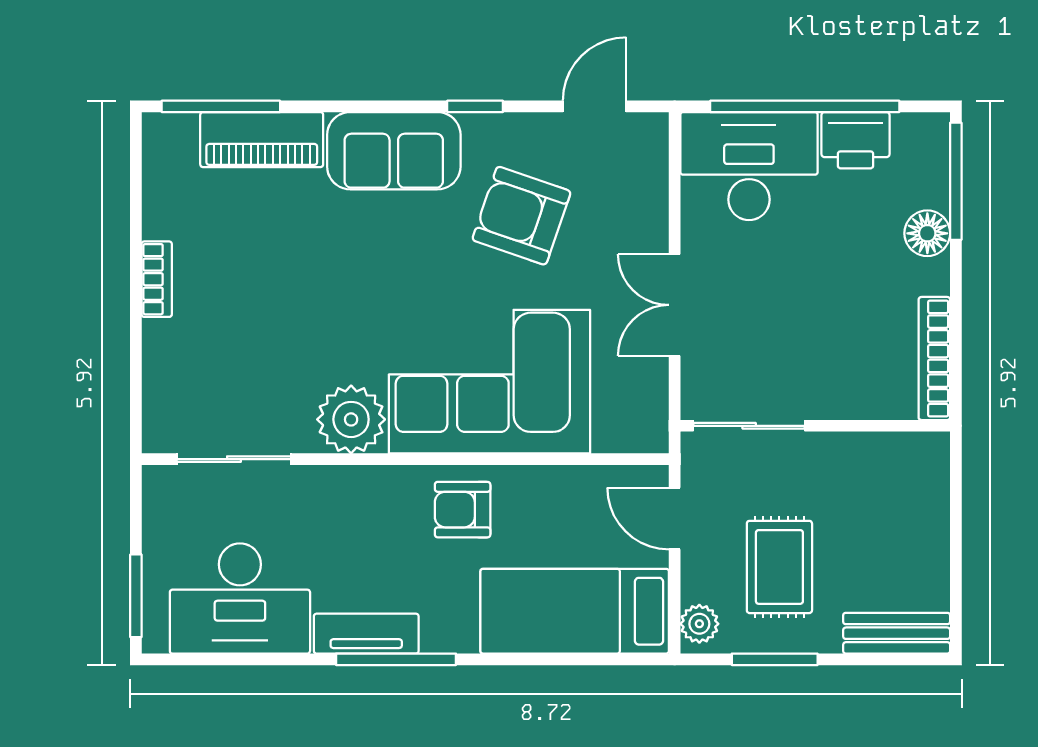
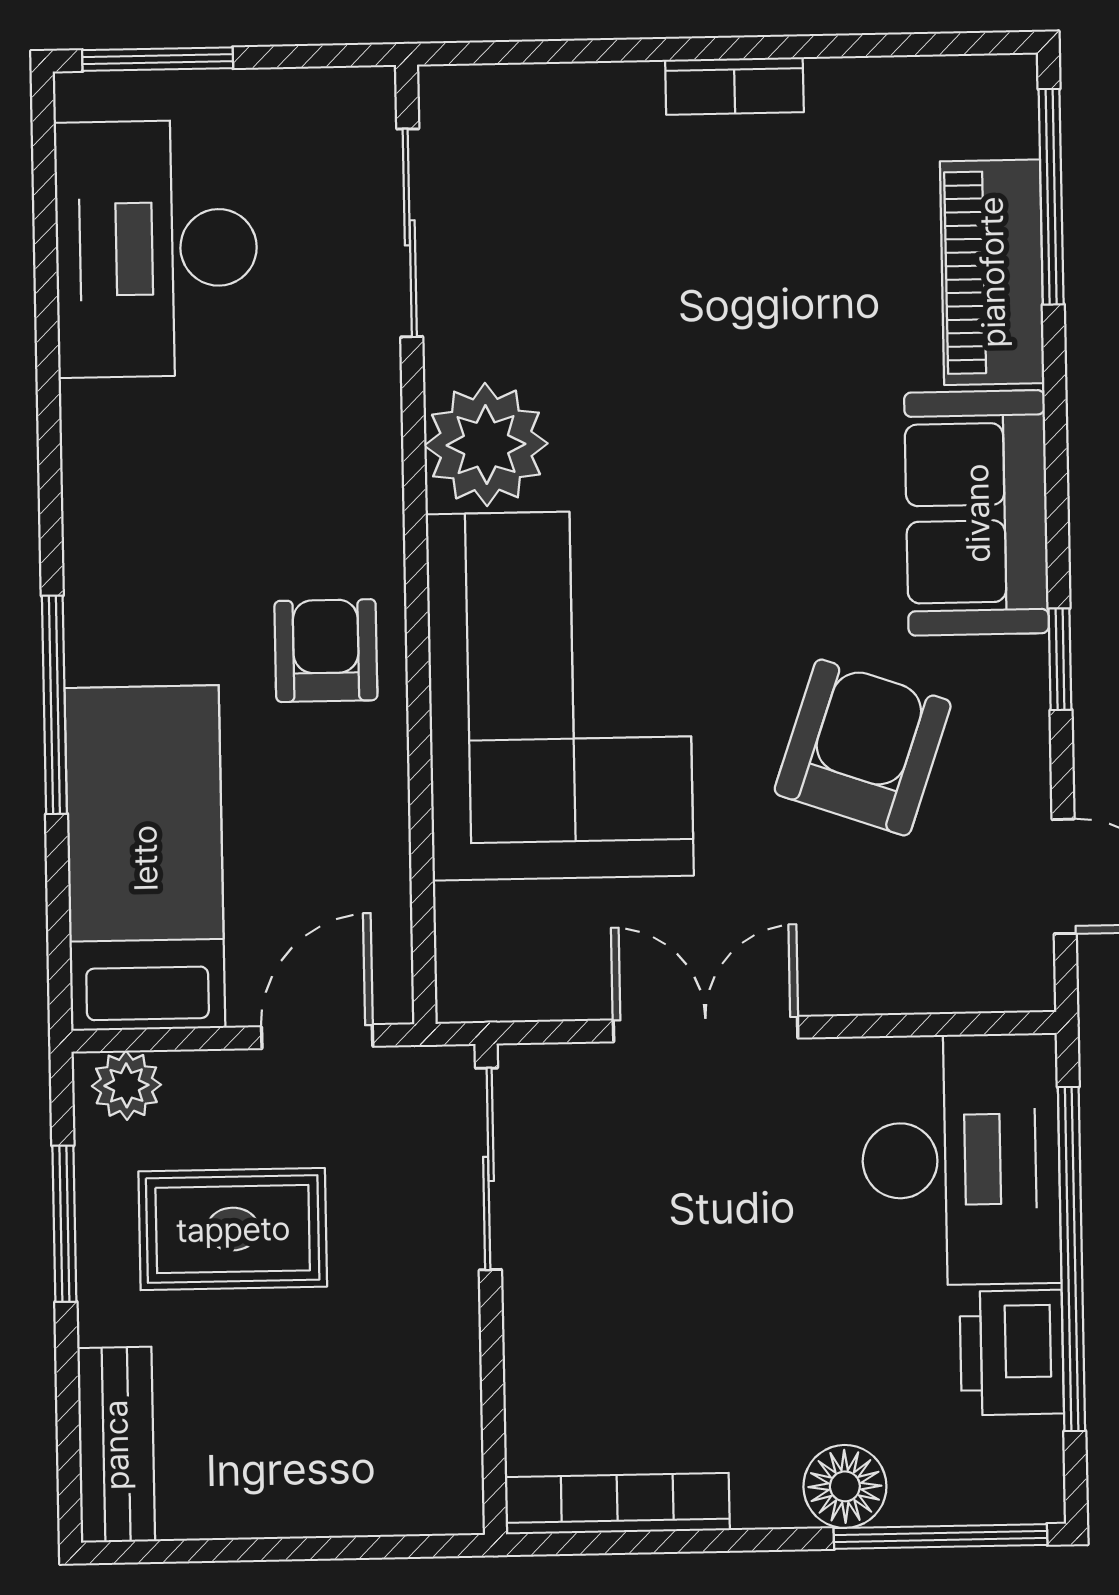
tv unit: (366, 634) -> (97, 480), removed
window: (396, 659) -> (54, 705), moved

